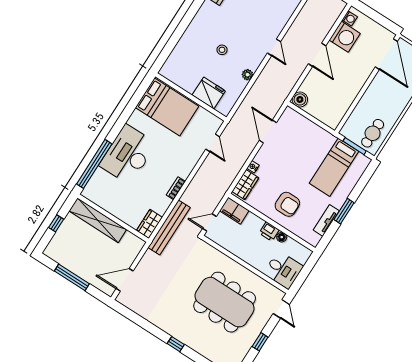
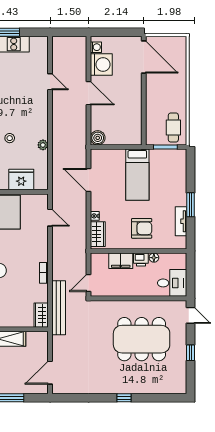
door: (274, 47) -> (50, 82), moved
bed: (334, 167) -> (137, 175), moved
filing cabinet: (234, 211) -> (121, 261), moved

